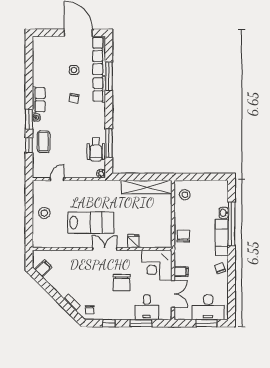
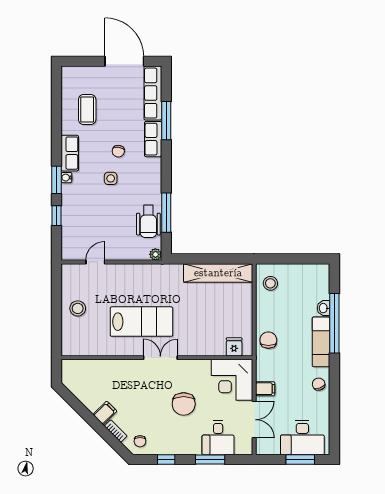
side table: (74, 70) -> (111, 178), moved
coffee table: (44, 142) -> (87, 110), moved
fridge: (133, 241) -> (234, 347), moved
filing cabinet: (43, 268) -> (105, 413), moved

